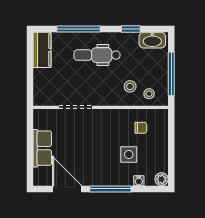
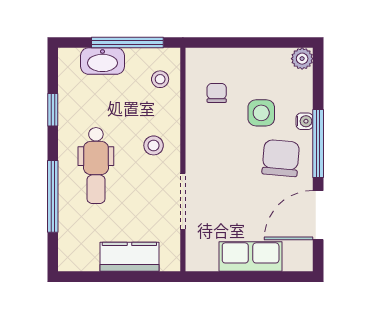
washbasin: (152, 40) -> (102, 61), moved, turned 90
kitchen counter: (42, 50) -> (129, 257), moved
stool: (130, 86) -> (154, 145), moved
chair: (102, 166) -> (281, 158), added
water cooler: (139, 181) -> (305, 121), moved

